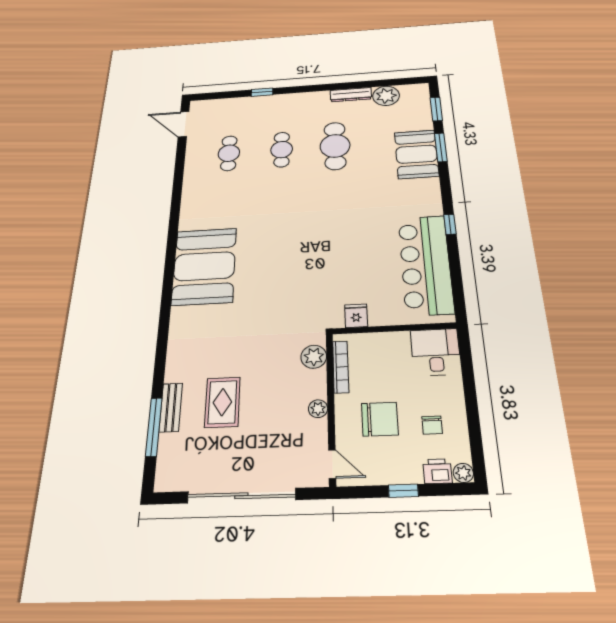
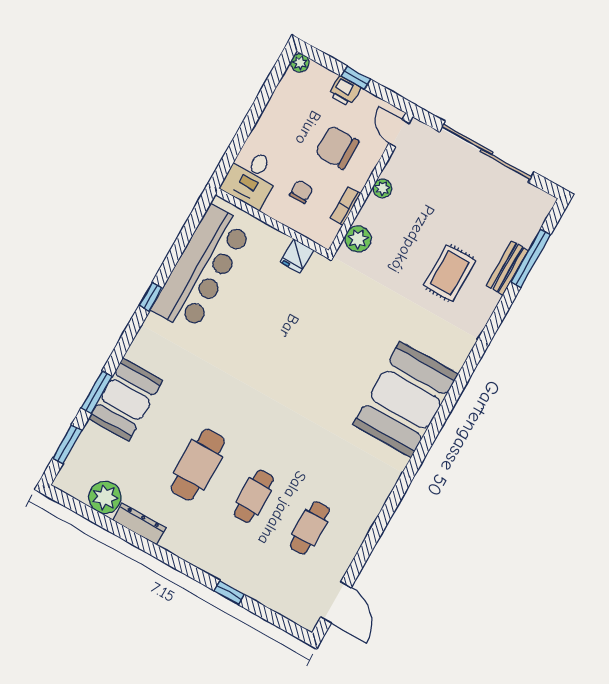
bookcase: (341, 367) -> (346, 206), width x0.64
rug: (222, 402) -> (449, 273), moved
chair: (432, 425) -> (301, 192), moved
printer: (437, 471) -> (345, 91), moved

